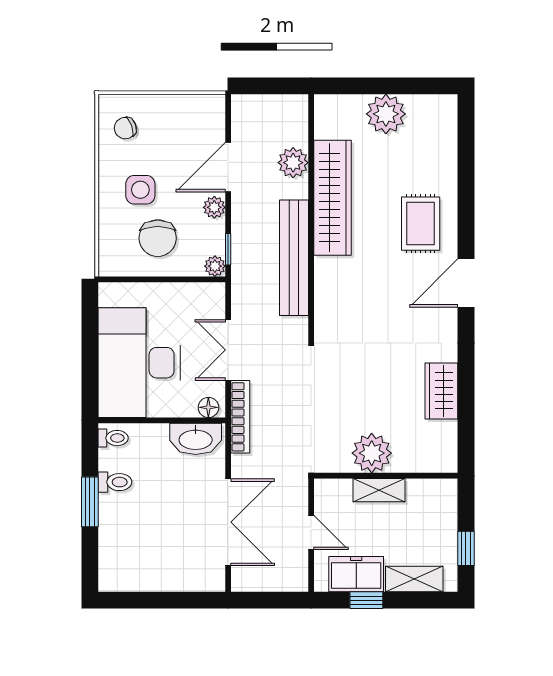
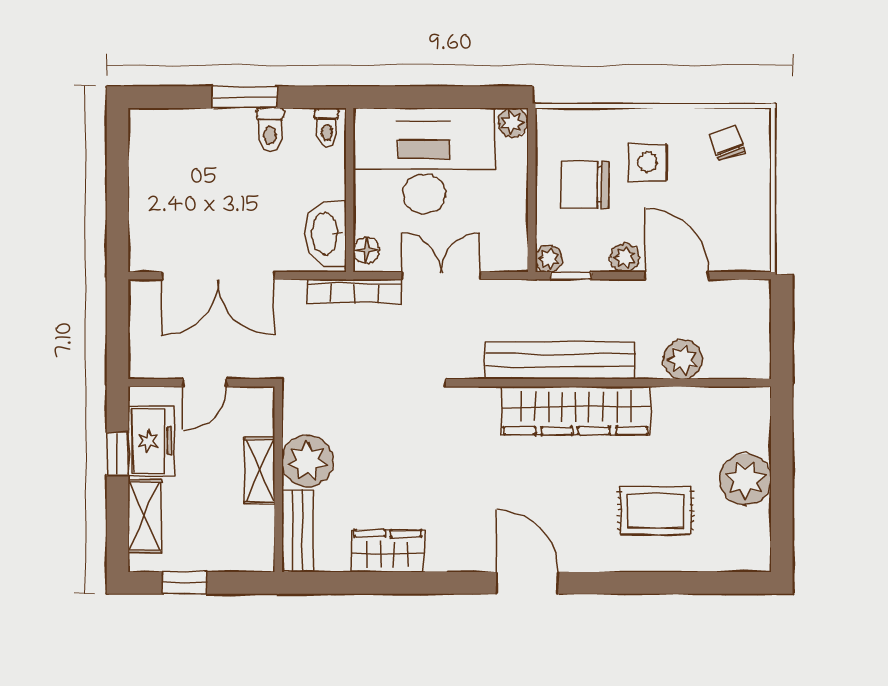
wardrobe: (333, 198) -> (576, 410), moved
rug: (421, 224) -> (655, 510), moved
plant: (109, 294) -> (513, 122), added
bench: (426, 461) -> (298, 531), added

